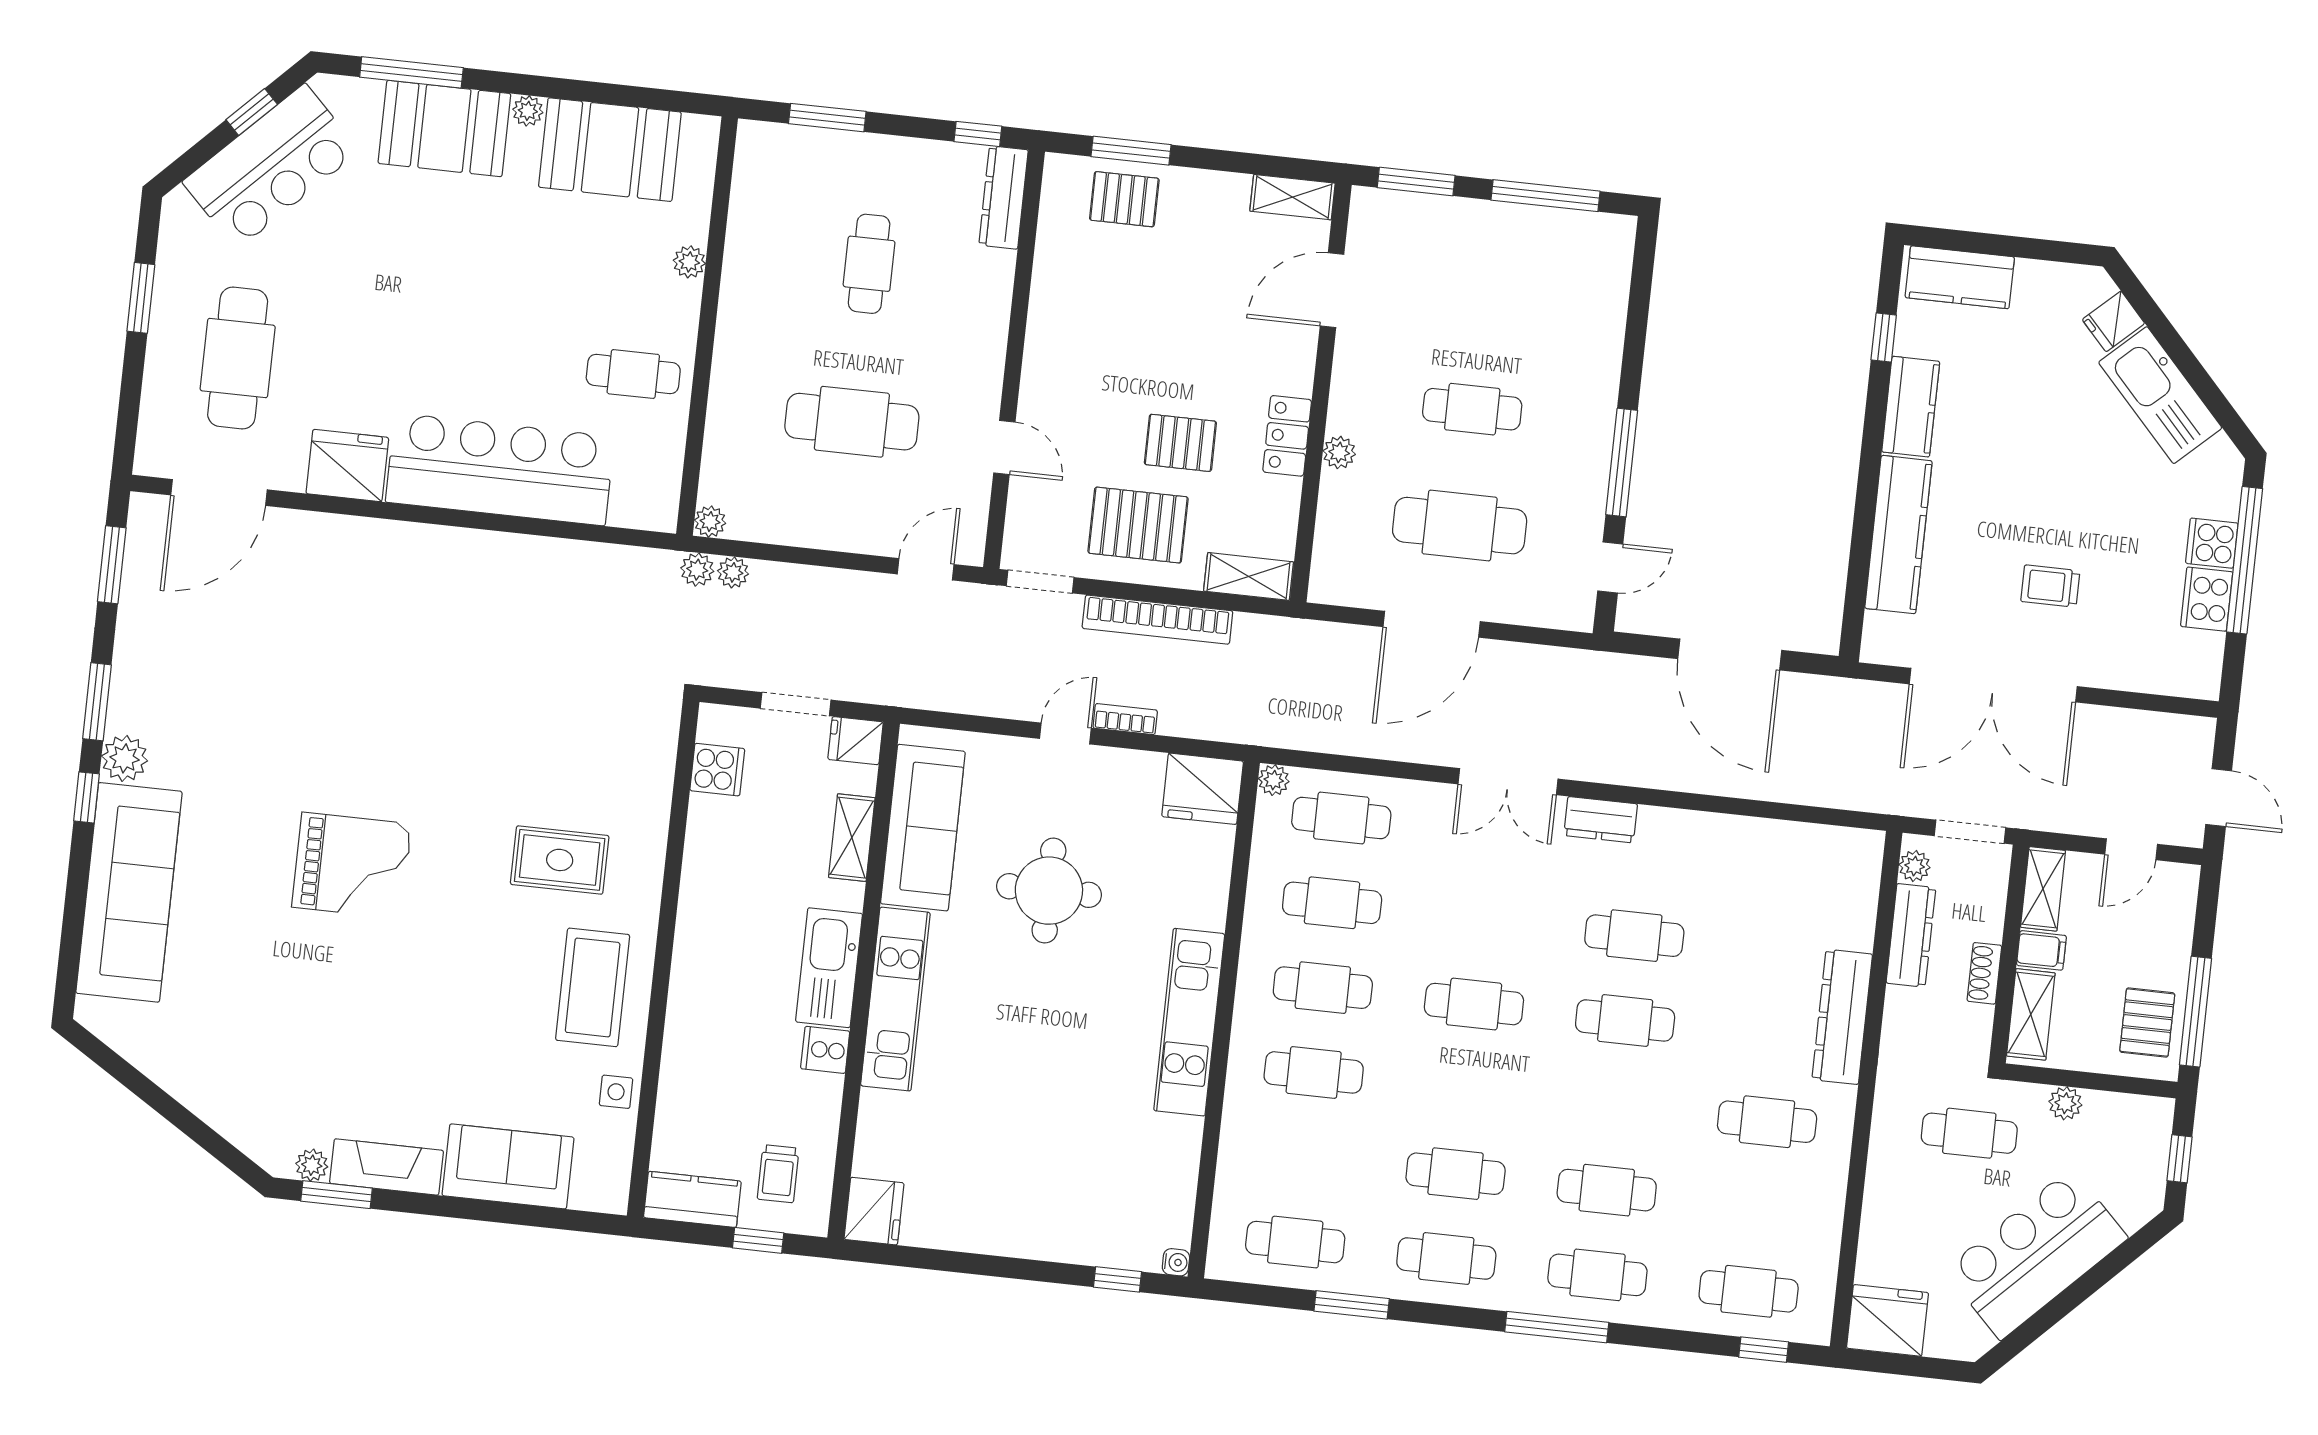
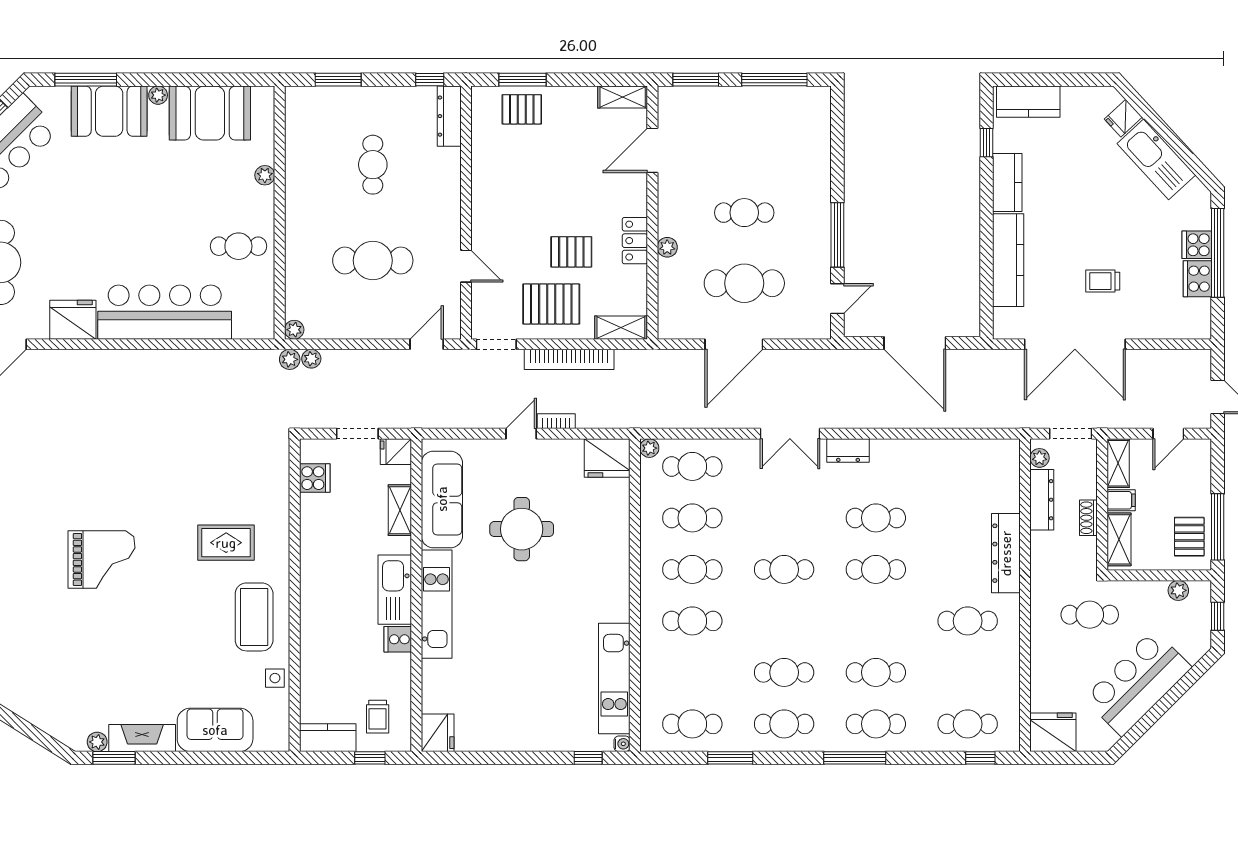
kitchen unit: (1189, 1022) -> (614, 679), moved
plant: (2065, 1103) -> (1178, 590), moved

